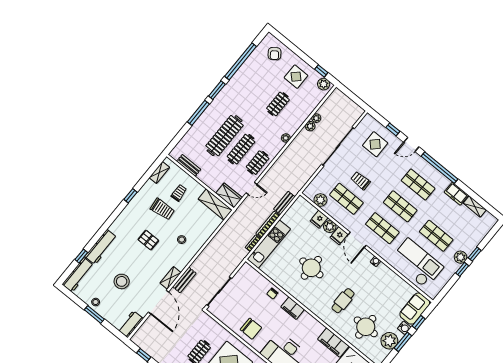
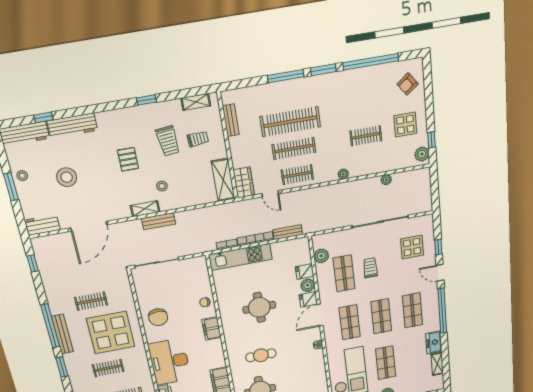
plant: (310, 126) -> (374, 182), removed
shelving: (171, 278) -> (145, 209), moved
bench: (184, 280) -> (159, 221), moved

